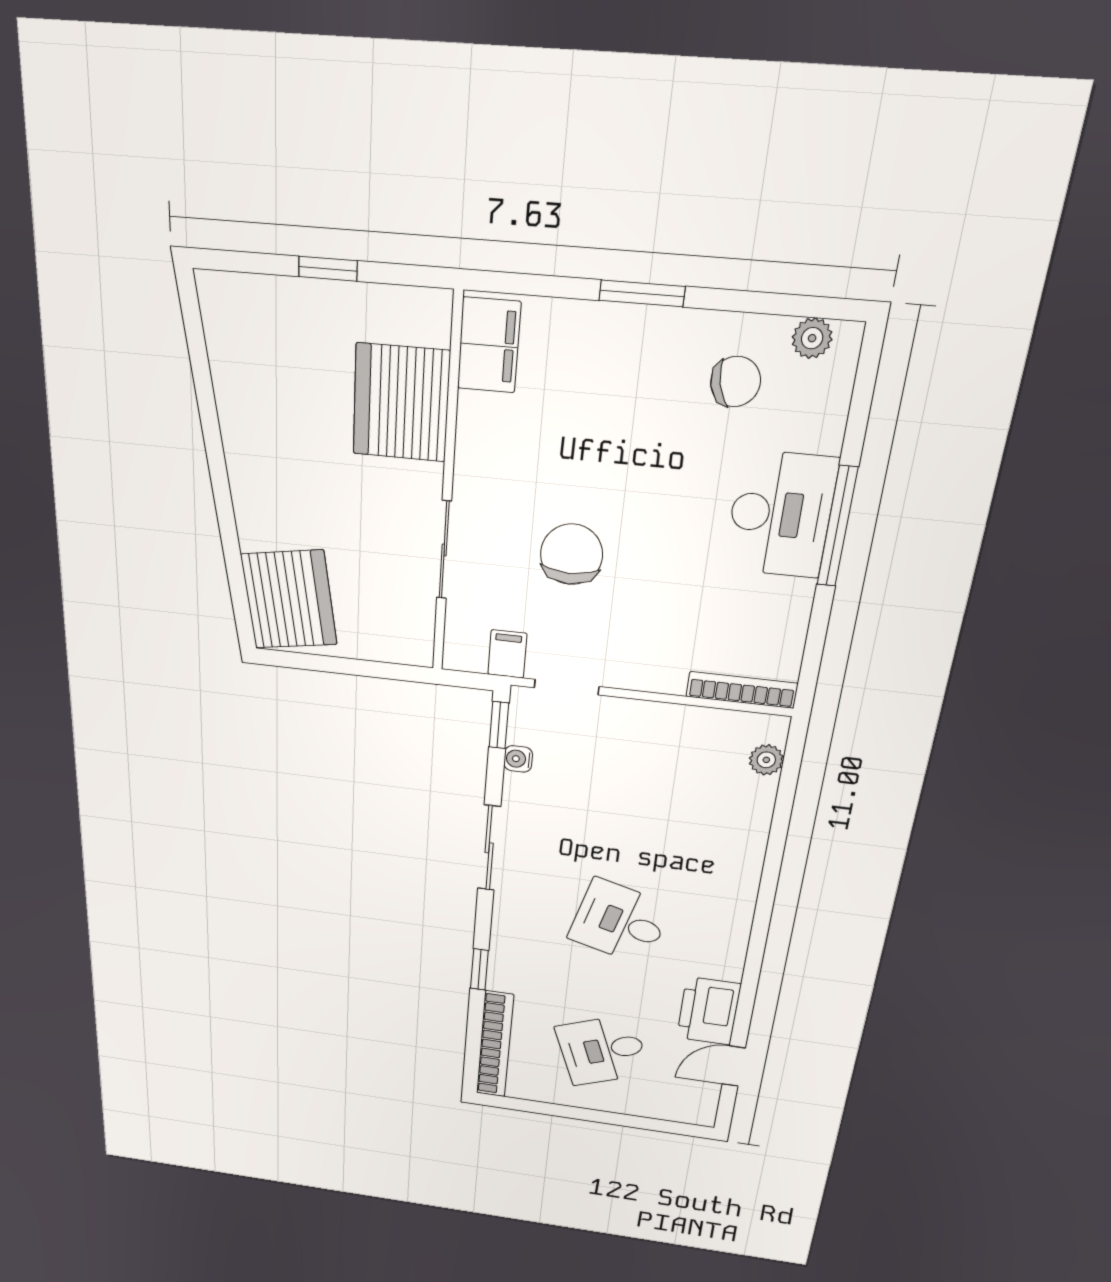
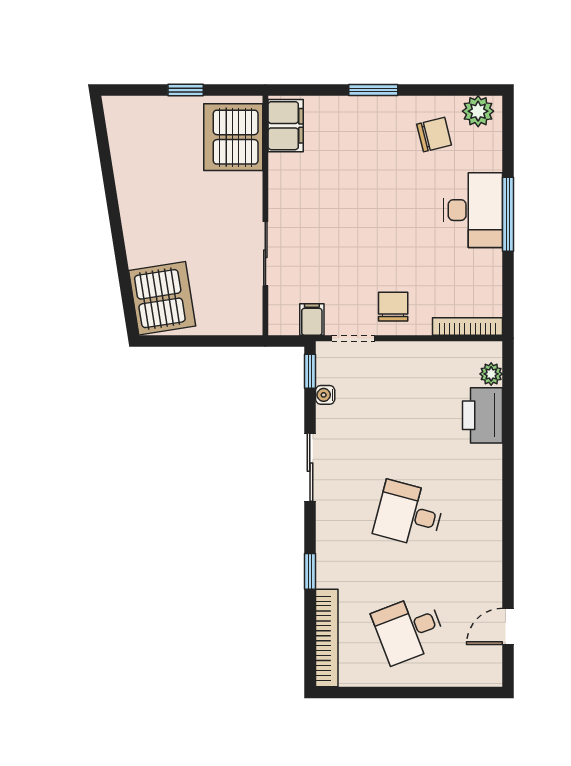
plant: (812, 338) -> (478, 111), width x1.38, depth x1.38
server rack: (401, 403) -> (233, 137), moved
chair: (572, 554) -> (393, 307), moved, width x0.73, depth x0.73
printer: (709, 1011) -> (483, 415), moved

